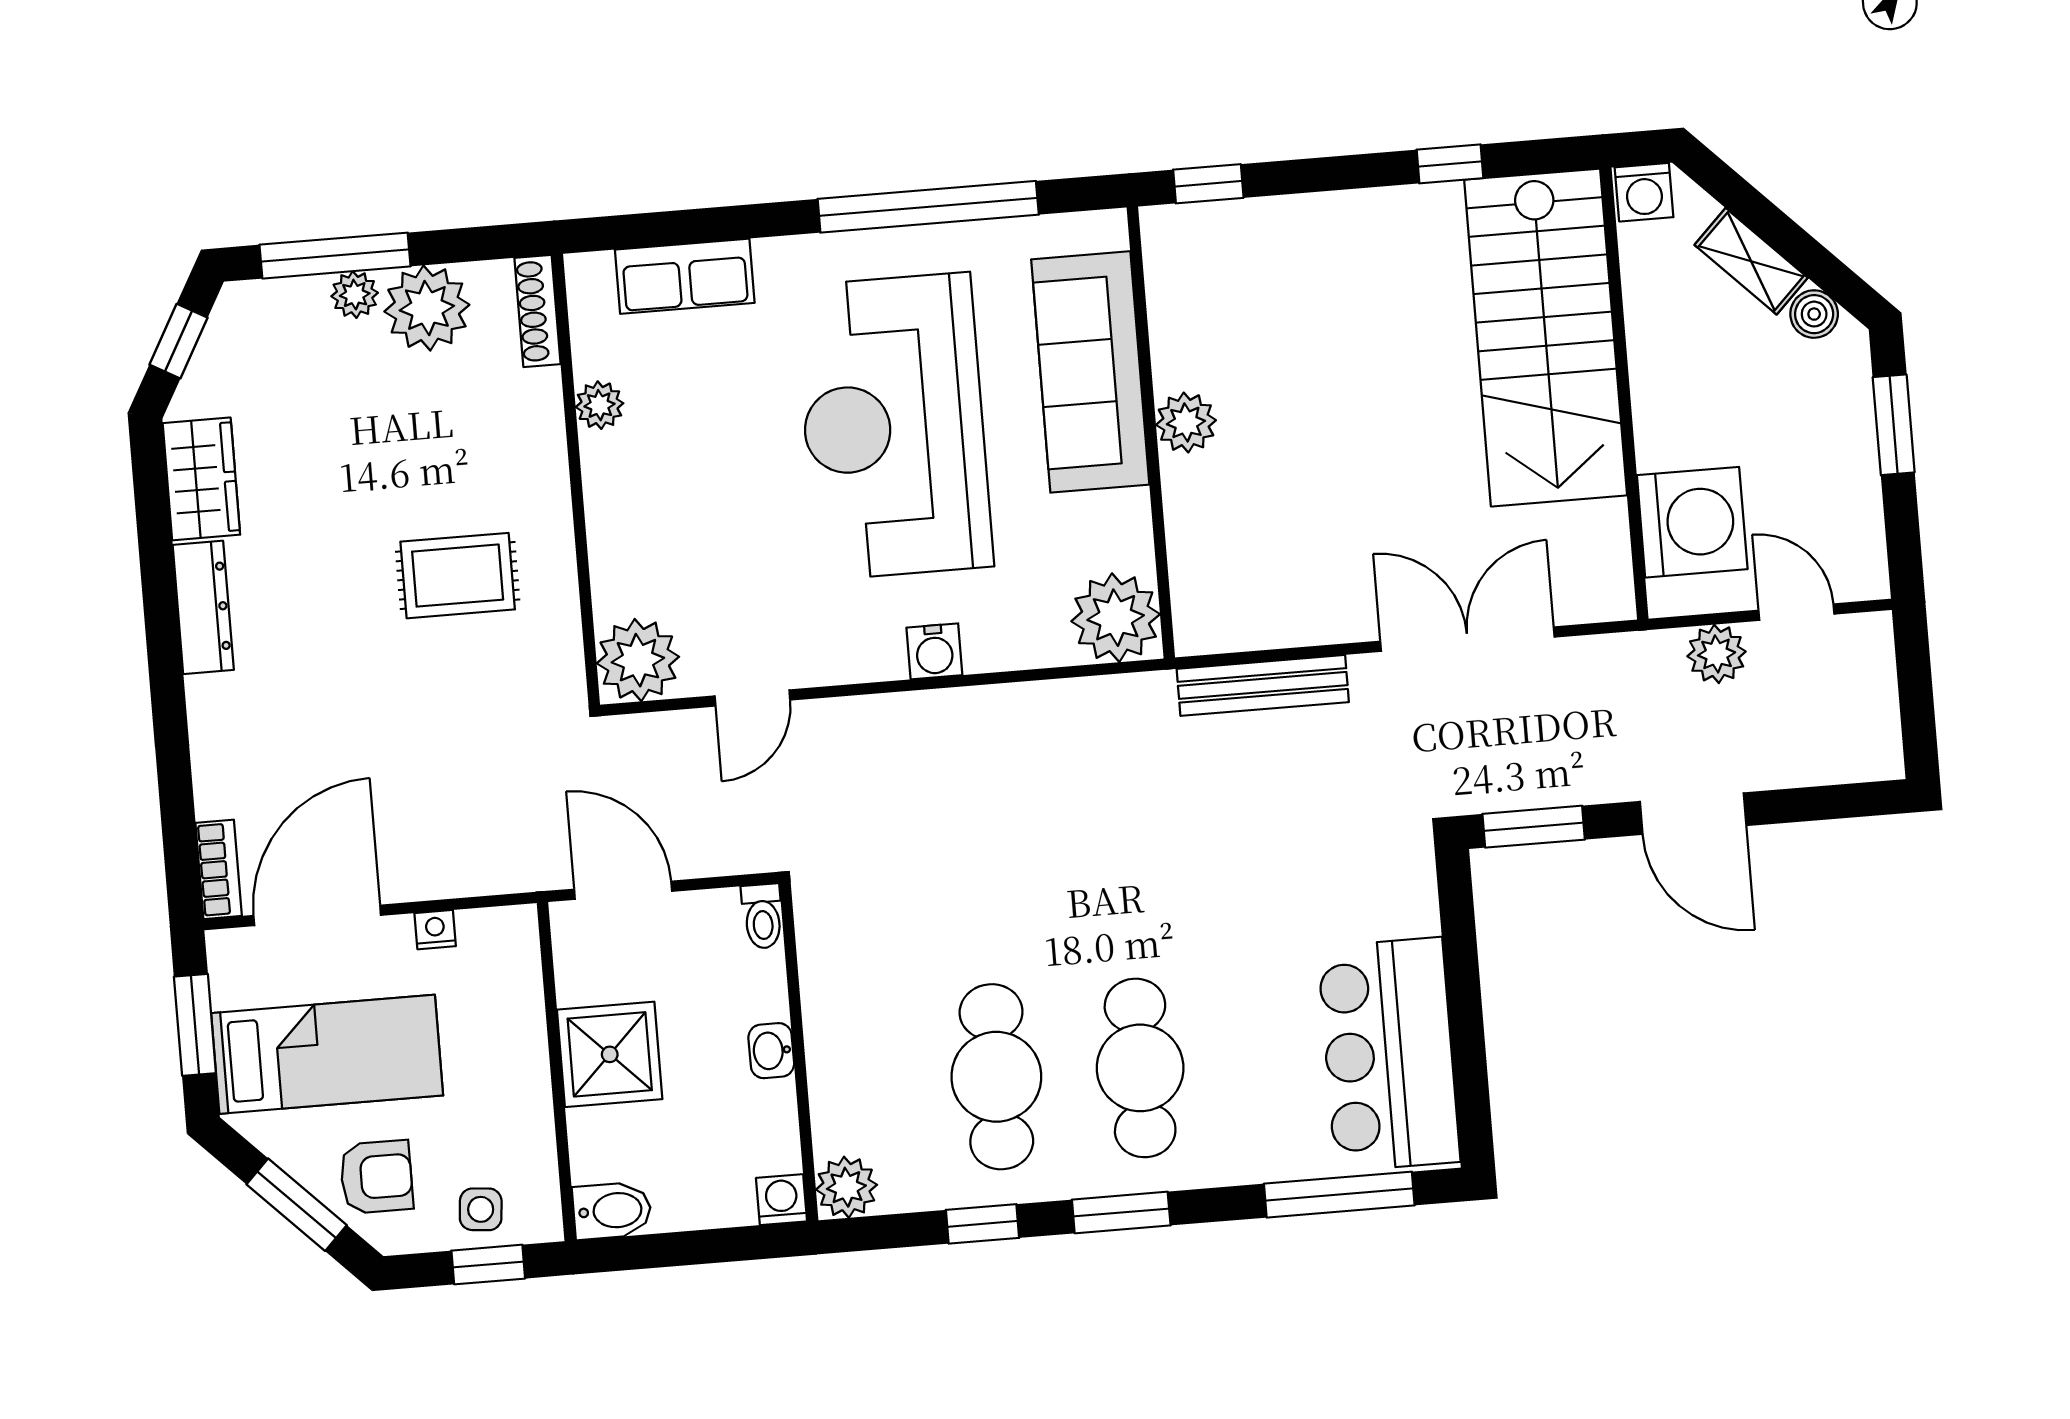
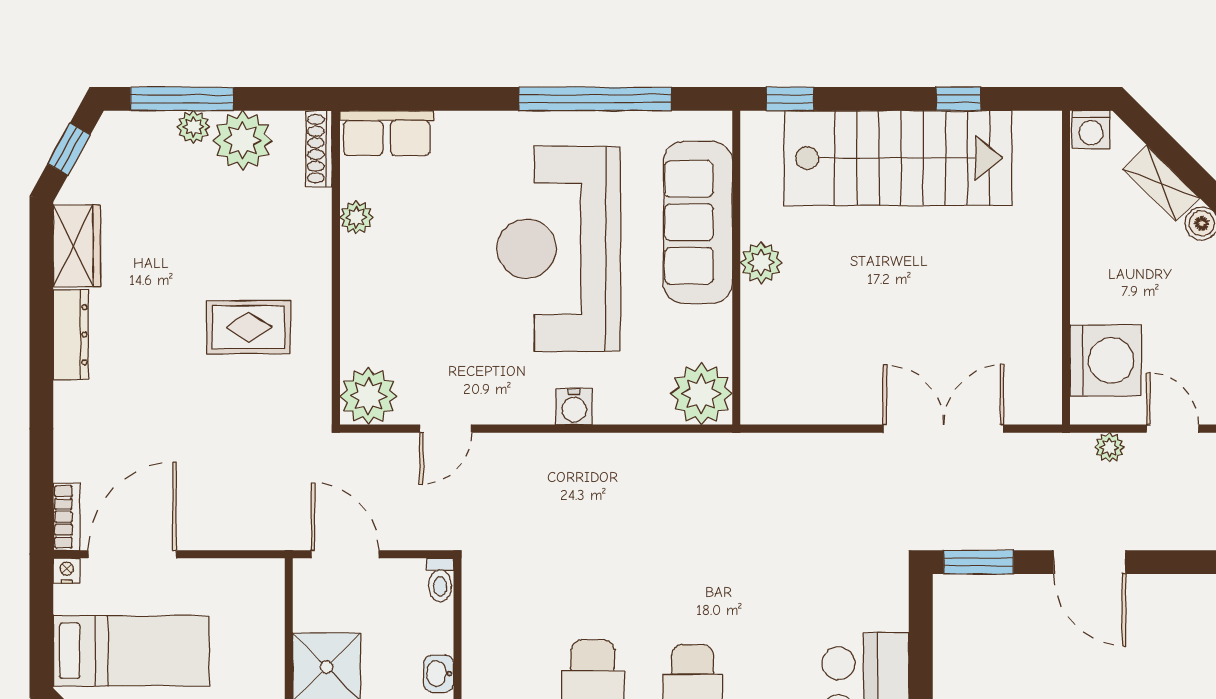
row of seats: (685, 276) -> (387, 133), moved
stairs: (1546, 338) -> (898, 158), moved, turned -90
plant: (1717, 654) -> (1109, 447), width x0.73, depth x0.73
bench: (1263, 685) -> (799, 449), removed
nightstand: (435, 930) -> (67, 571), moved
window: (195, 1025) -> (41, 623), removed

